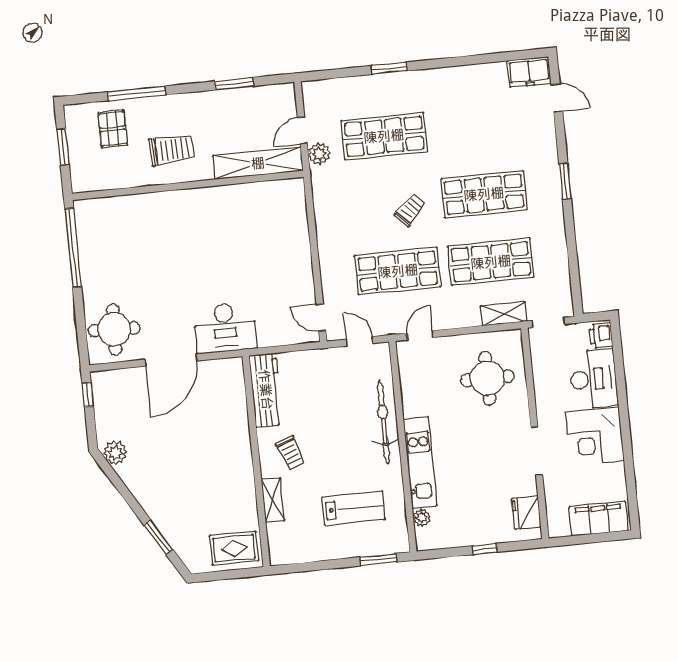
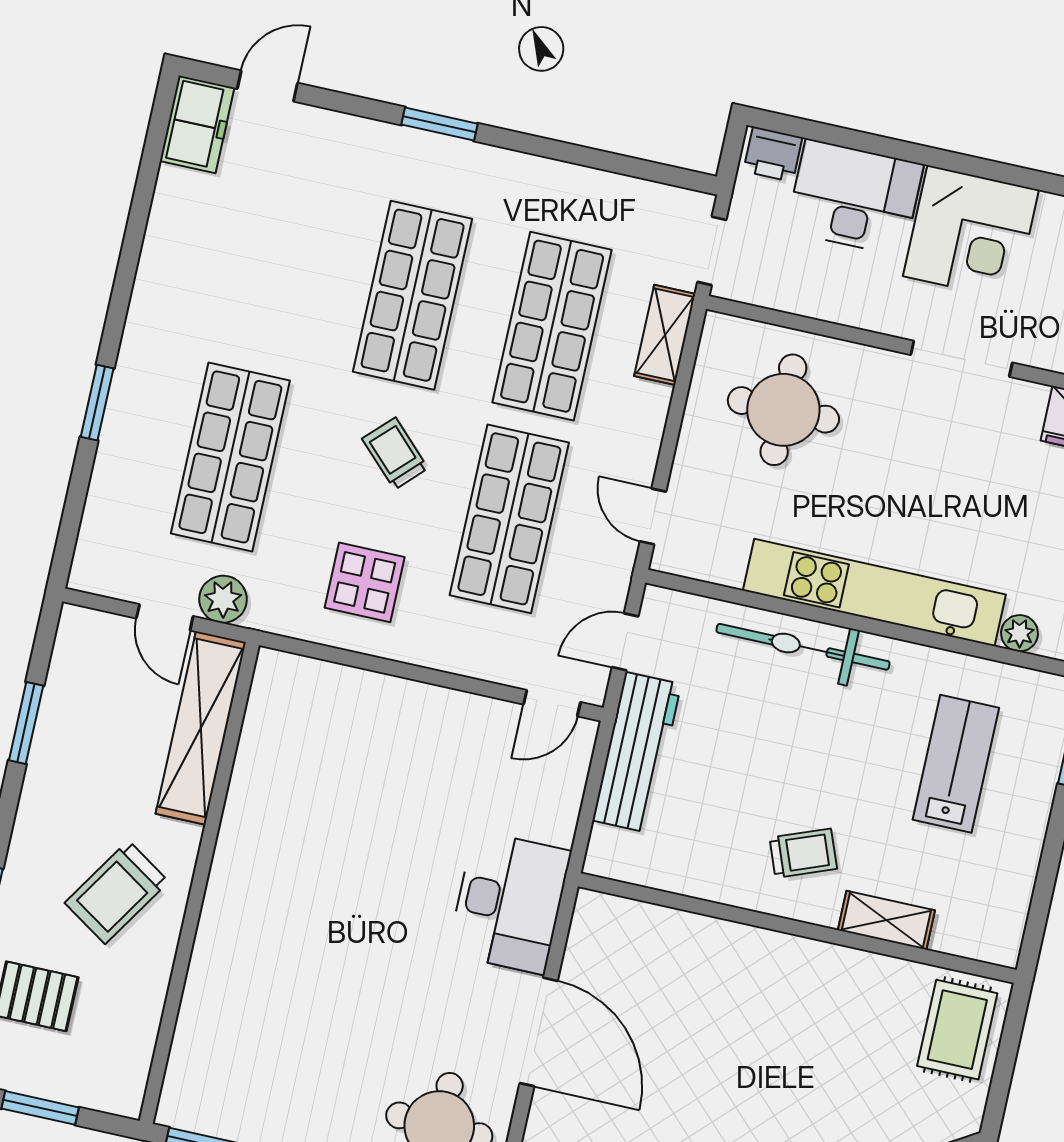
trolley: (171, 149) -> (117, 892), turned -144
display table: (348, 215) -> (365, 582), added
workbench: (266, 390) -> (637, 752), moved, turned 90
kitchen unit: (420, 462) -> (874, 593), width x1.36

